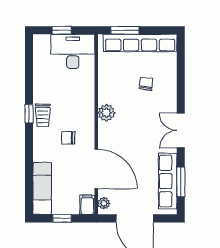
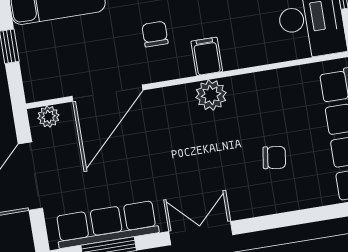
filing cabinet: (87, 205) -> (207, 56), moved, turned -90

